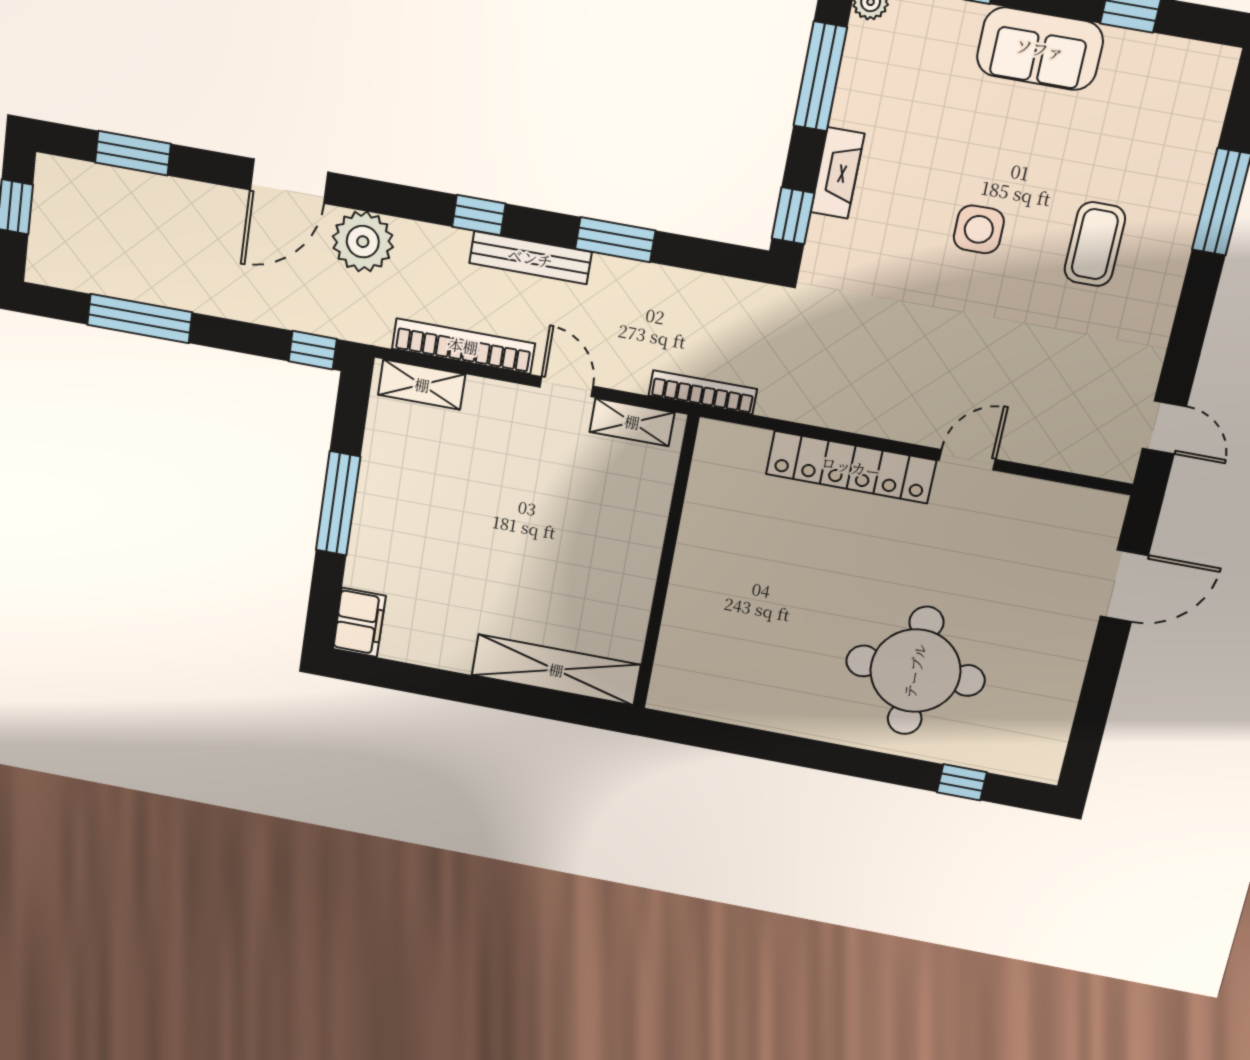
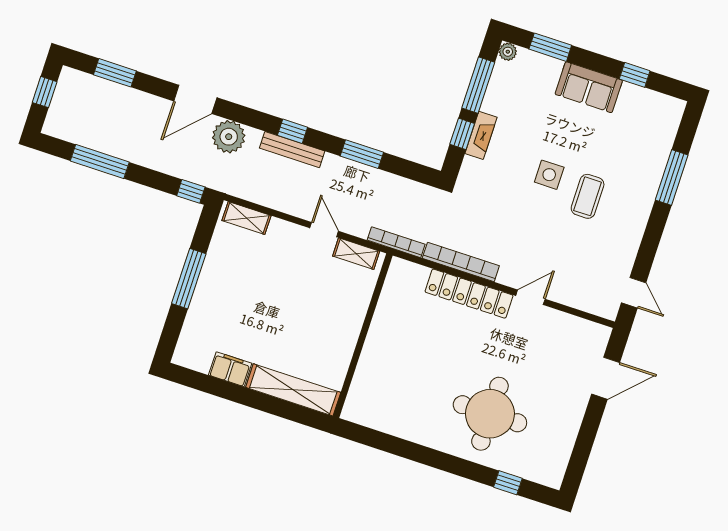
window: (793, 216) -> (462, 134), moved
coffee table: (1095, 244) -> (588, 196), moved
bench: (530, 258) -> (292, 150), moved
bookcase: (463, 346) -> (461, 262), moved
filing cabinet: (359, 622) -> (230, 369), moved, turned -90

